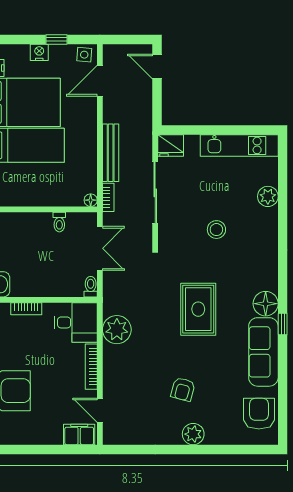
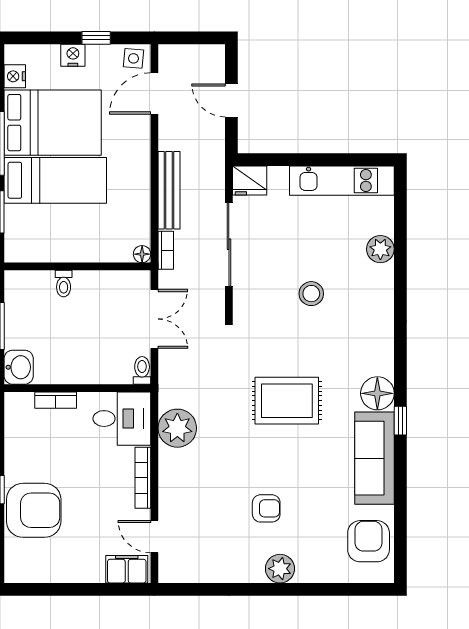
door: (157, 66) -> (231, 100), moved
toilet: (59, 222) -> (64, 284), moved
rug: (198, 309) -> (287, 401), turned 90
armchair: (183, 389) -> (266, 508), turned -105

